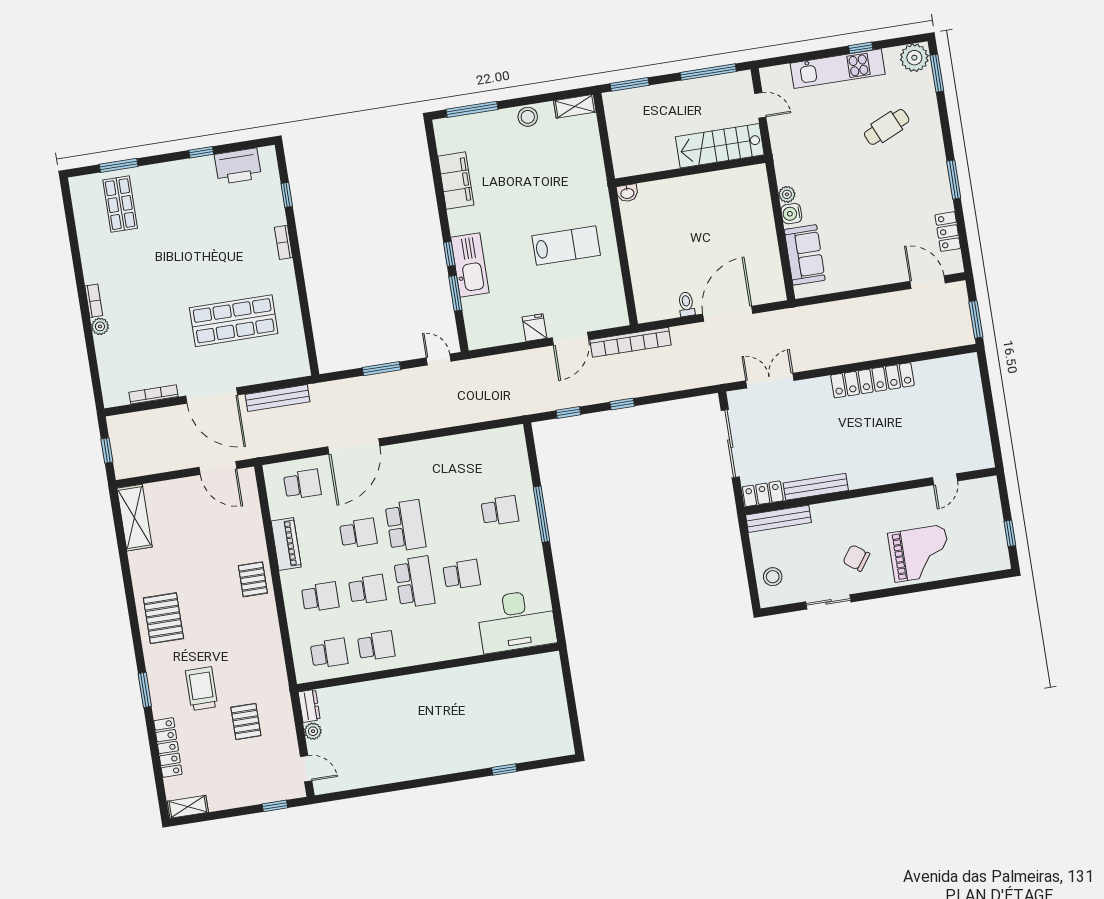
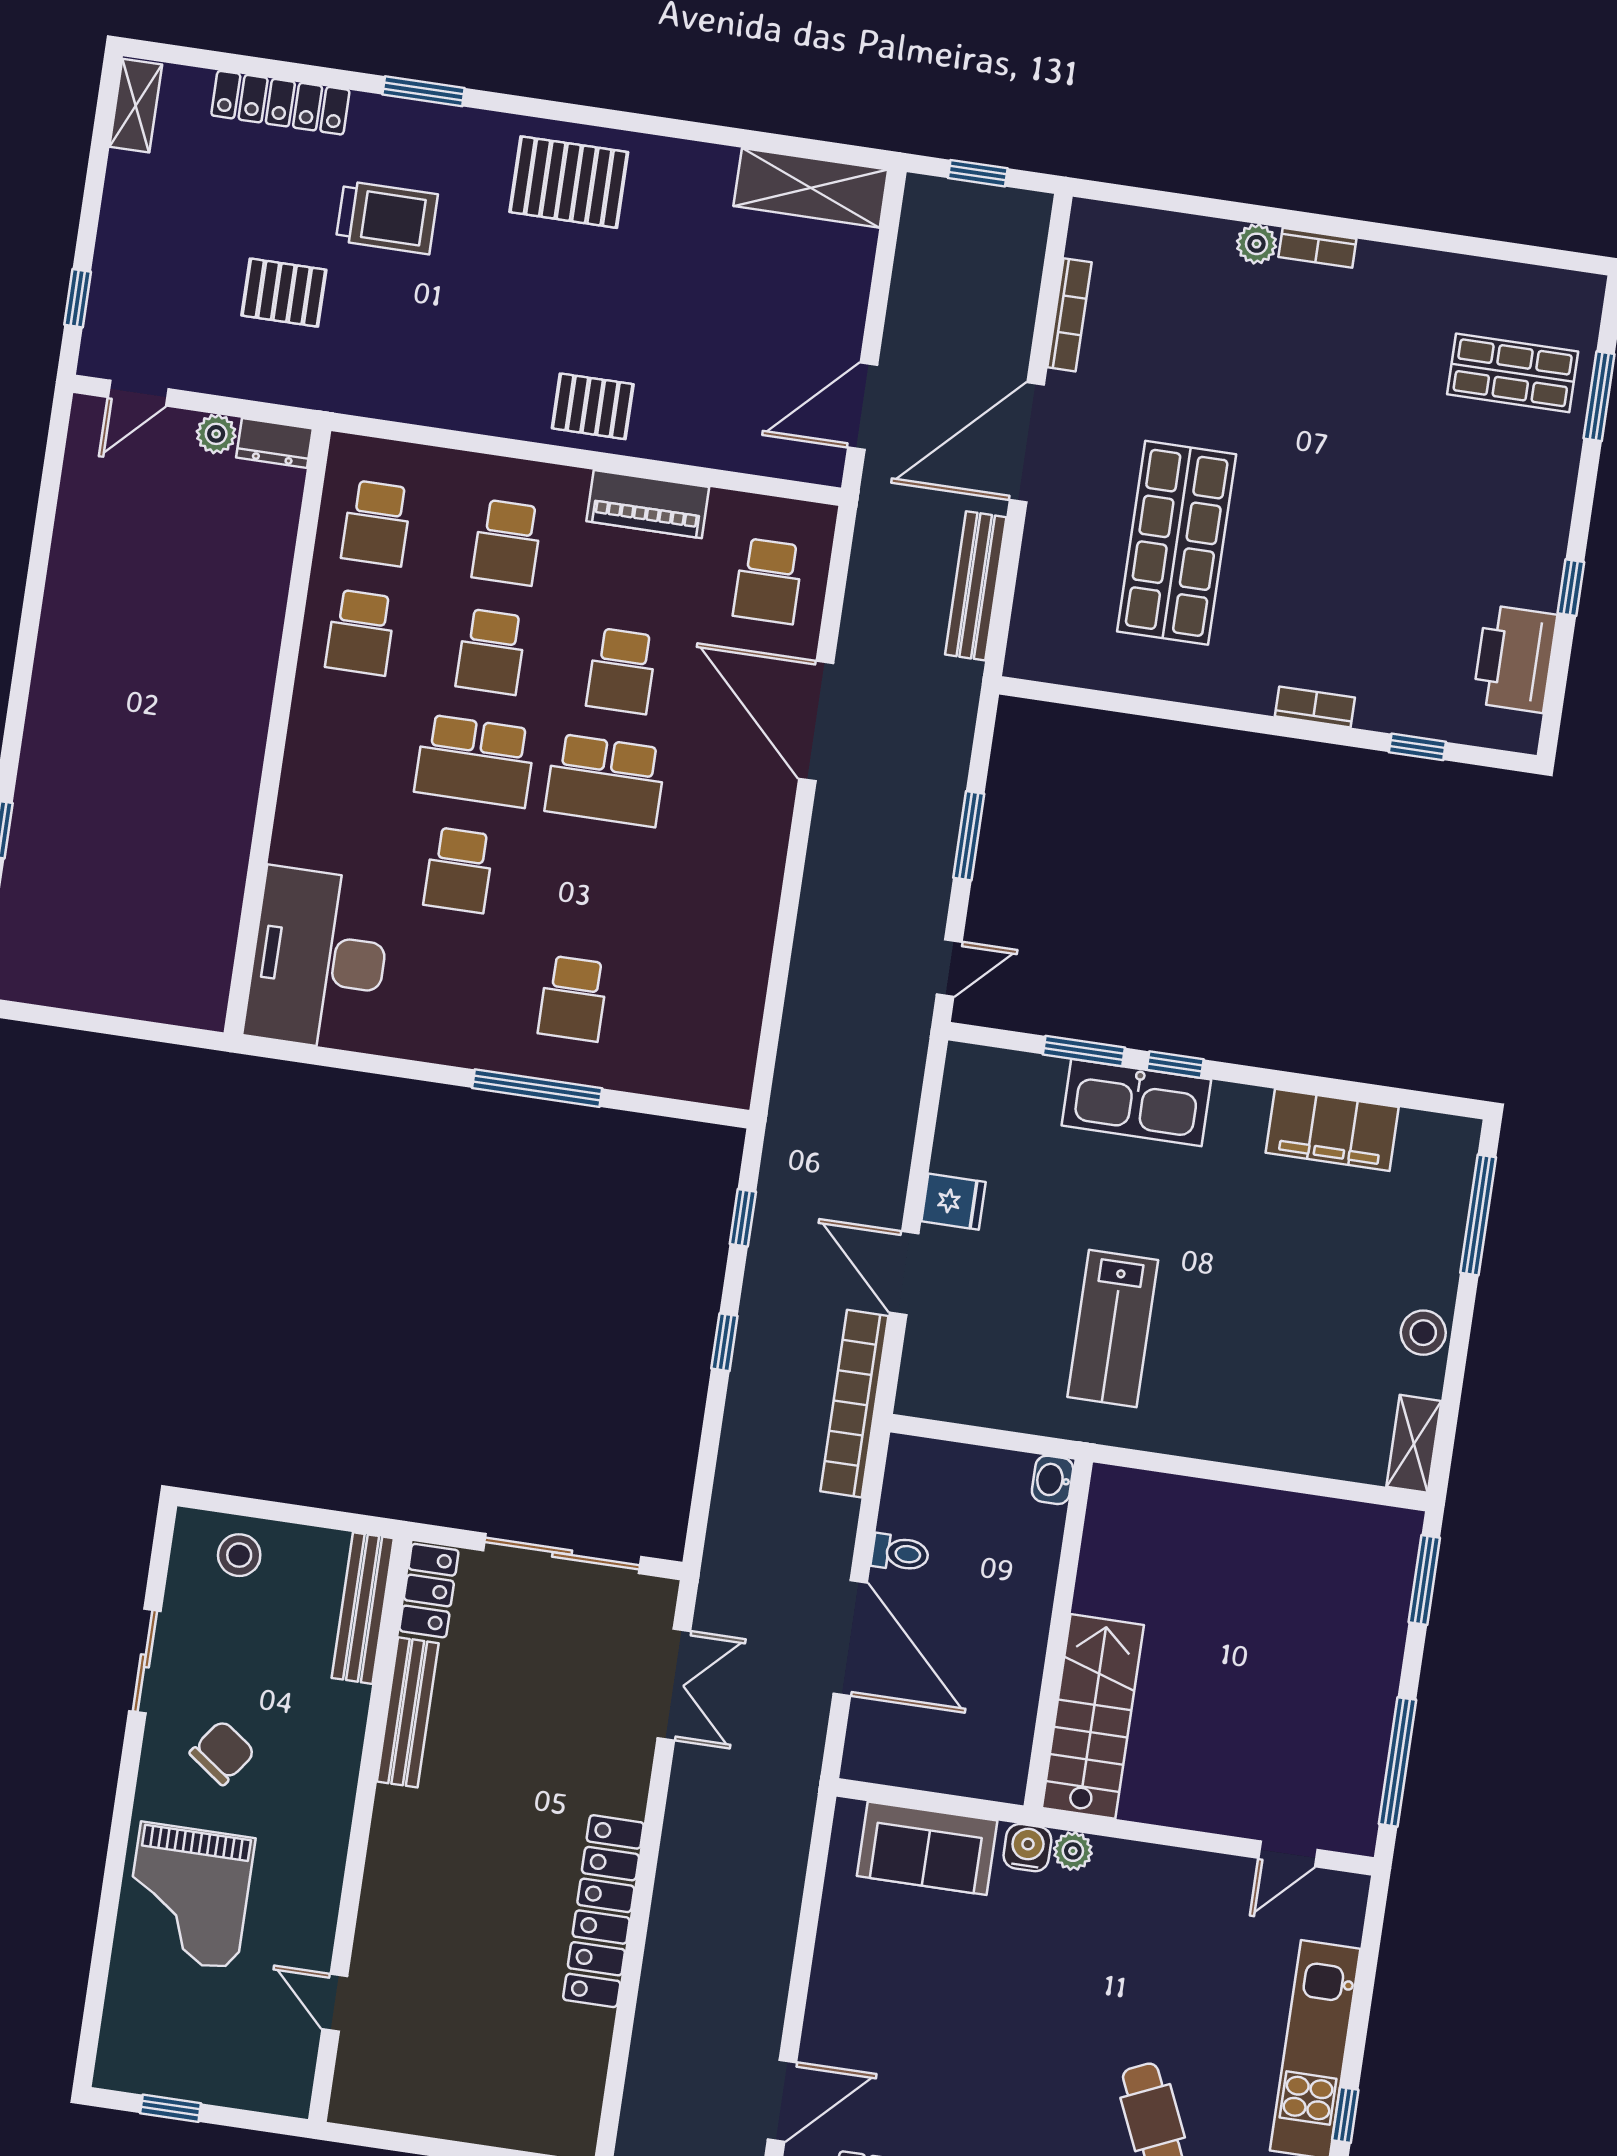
stairs: (720, 146) -> (1093, 1716), moved
wall: (690, 171) -> (1058, 1634), moved
washbasin: (627, 193) -> (1053, 1480), moved

